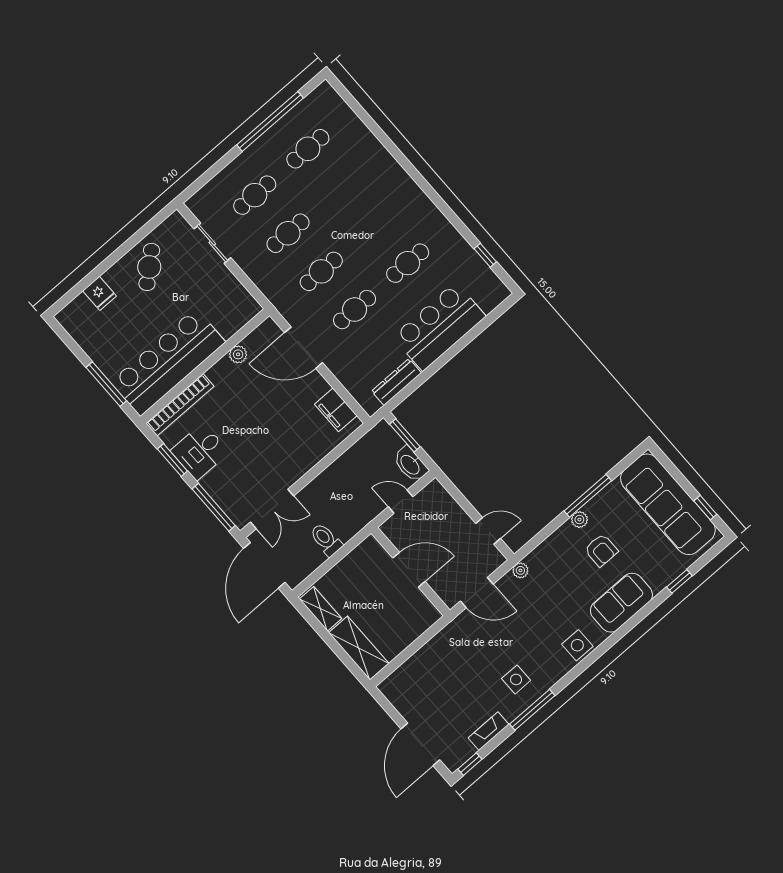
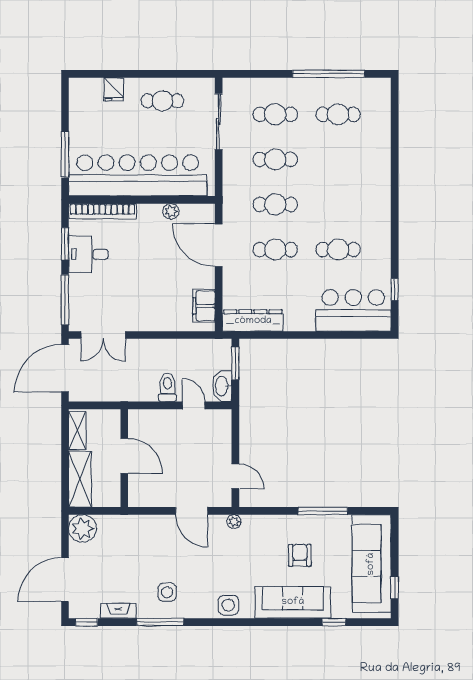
sliding door: (212, 243) -> (219, 122), width x1.37
cafe table: (149, 267) -> (162, 101), turned 41
bar counter: (439, 326) -> (353, 310), moved
bar counter: (168, 362) -> (138, 175), width x1.36
dresser: (396, 382) -> (253, 321), width x1.37, depth x1.24
plant: (579, 520) -> (82, 528), moved, width x1.87, depth x1.87
toilet: (326, 540) -> (167, 387), moved
armchair: (601, 550) -> (300, 555), turned 180
door: (409, 570) -> (124, 456), moved
wall: (411, 572) -> (124, 458), moved
sofa: (621, 603) -> (293, 602), width x1.36

